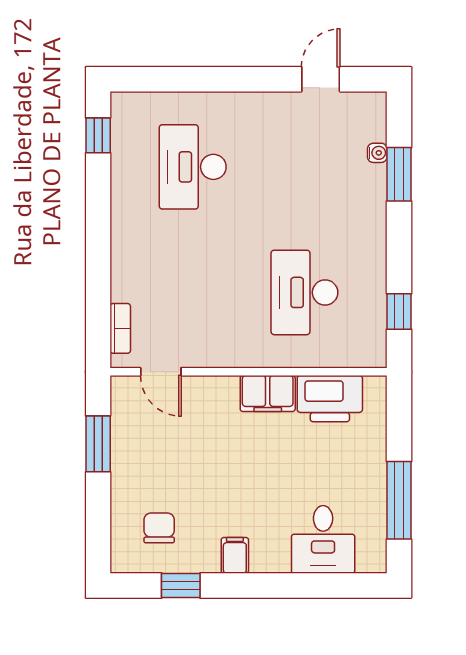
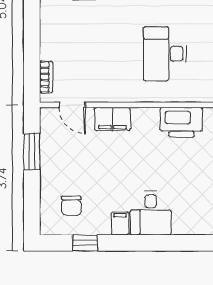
filing cabinet: (268, 394) -> (112, 119), moved
chair: (159, 528) -> (71, 206), turned 180
desk: (323, 539) -> (151, 213), moved

